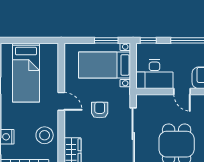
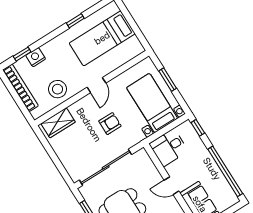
window: (106, 40) -> (168, 80), moved
desk: (154, 74) -> (169, 147), width x0.73
door: (182, 91) -> (172, 186), hinge flipped

